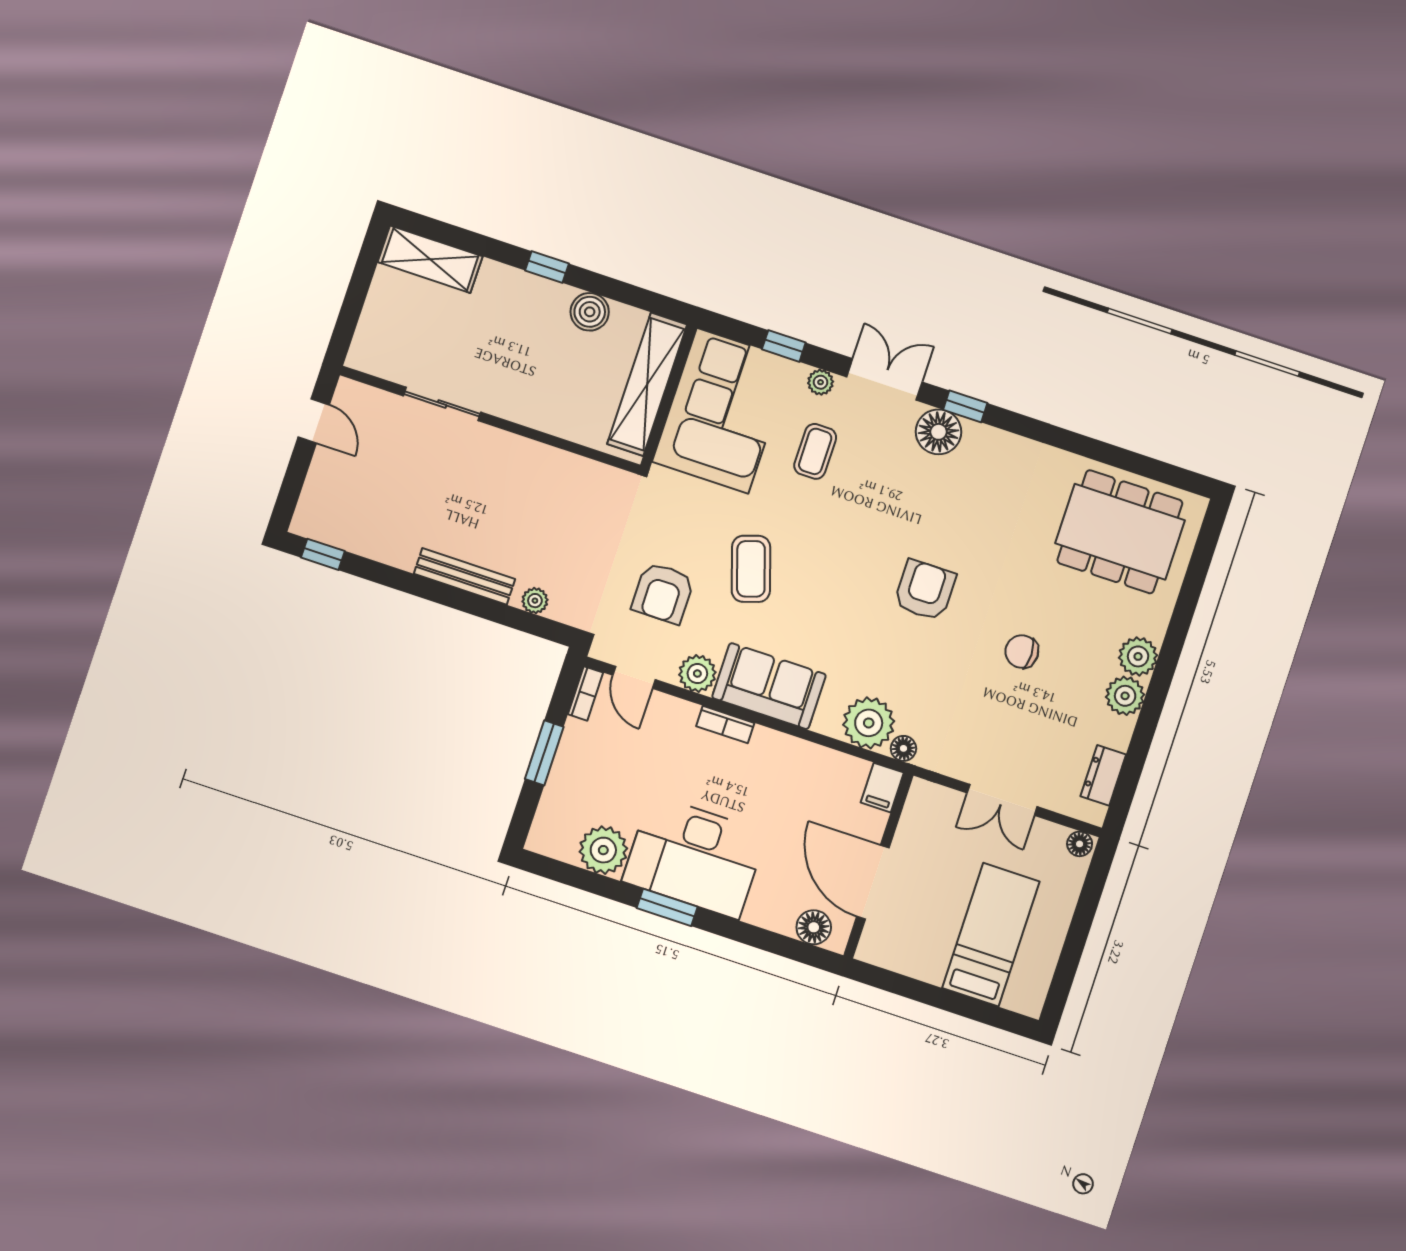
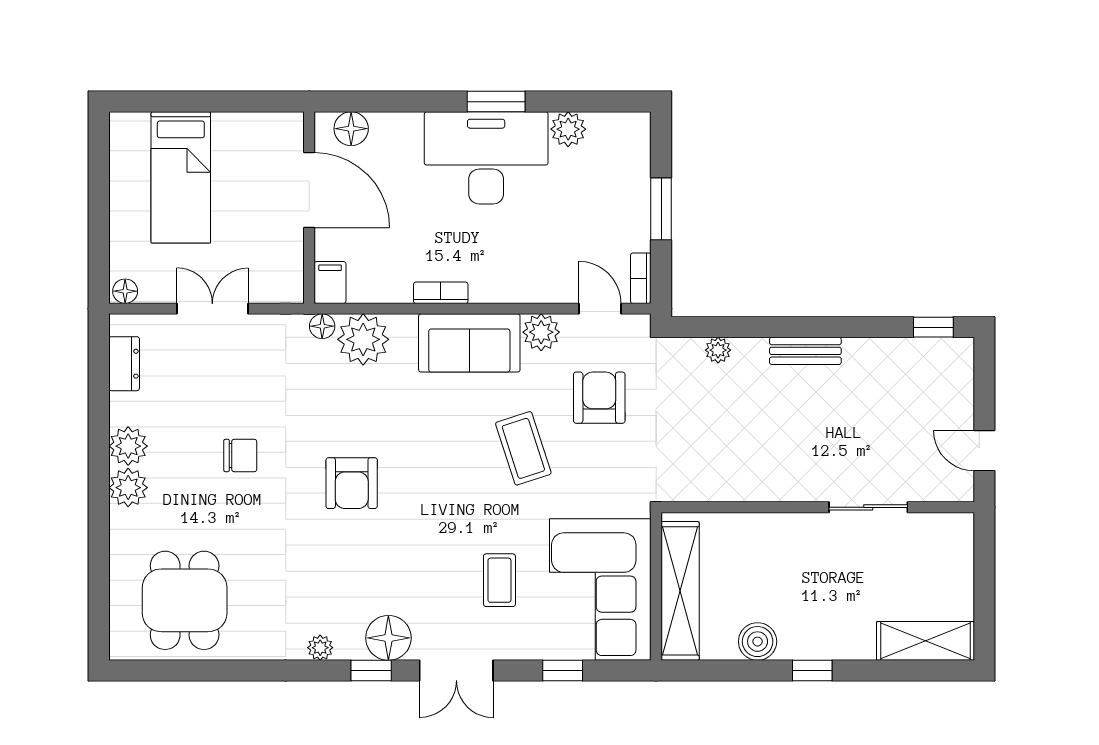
plant: (821, 382) -> (320, 648), moved
dining table: (1120, 532) -> (185, 600), width x0.73
bench: (464, 576) -> (805, 351), width x0.73
bookcase: (725, 725) -> (441, 293), moved
plant: (603, 850) -> (568, 129), width x0.73, depth x0.73

